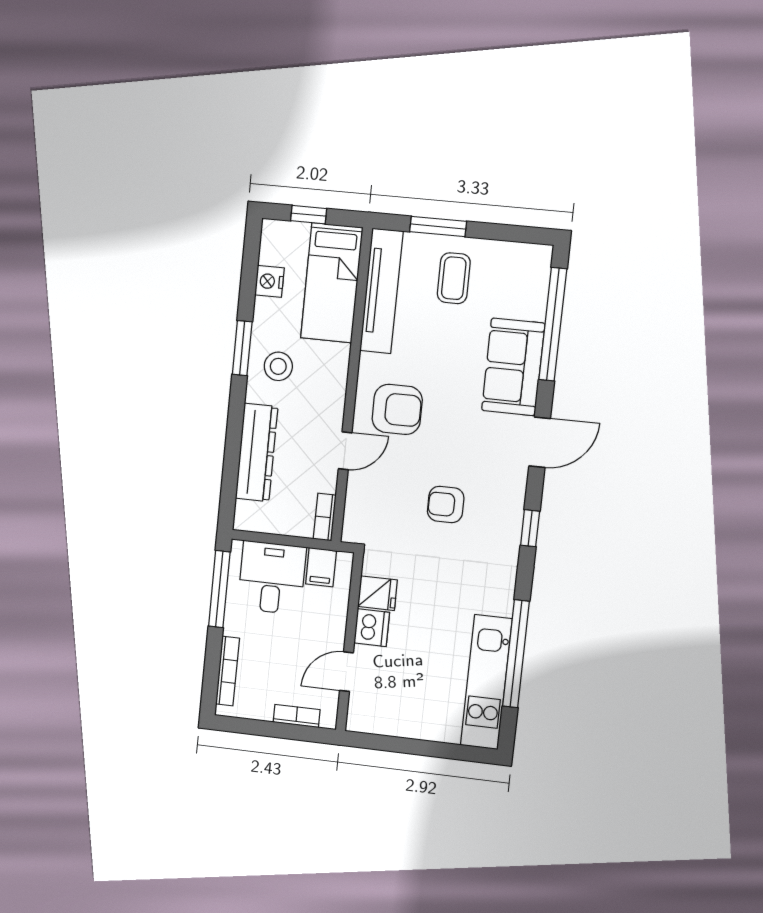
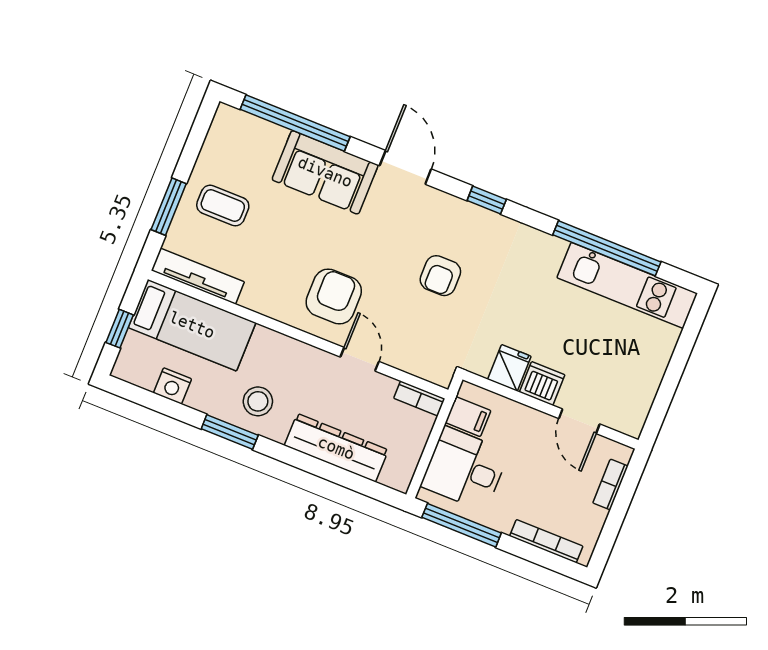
tv unit: (381, 291) -> (198, 276), width x0.73, depth x0.78

